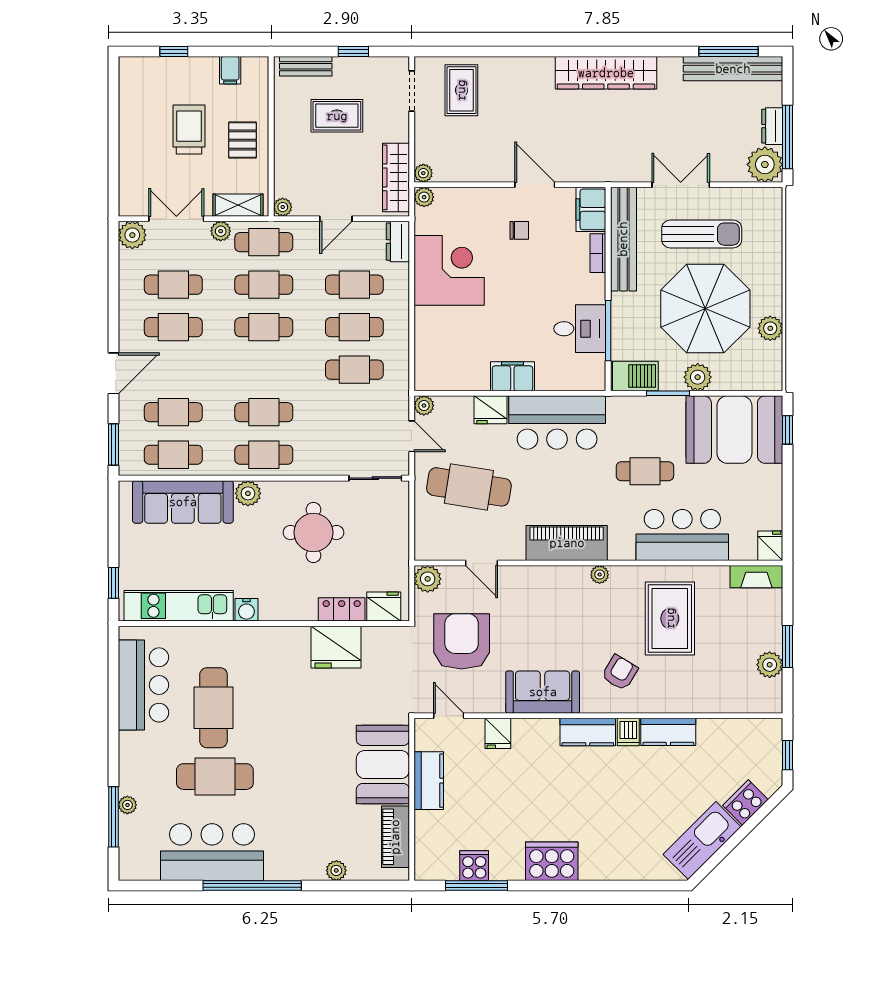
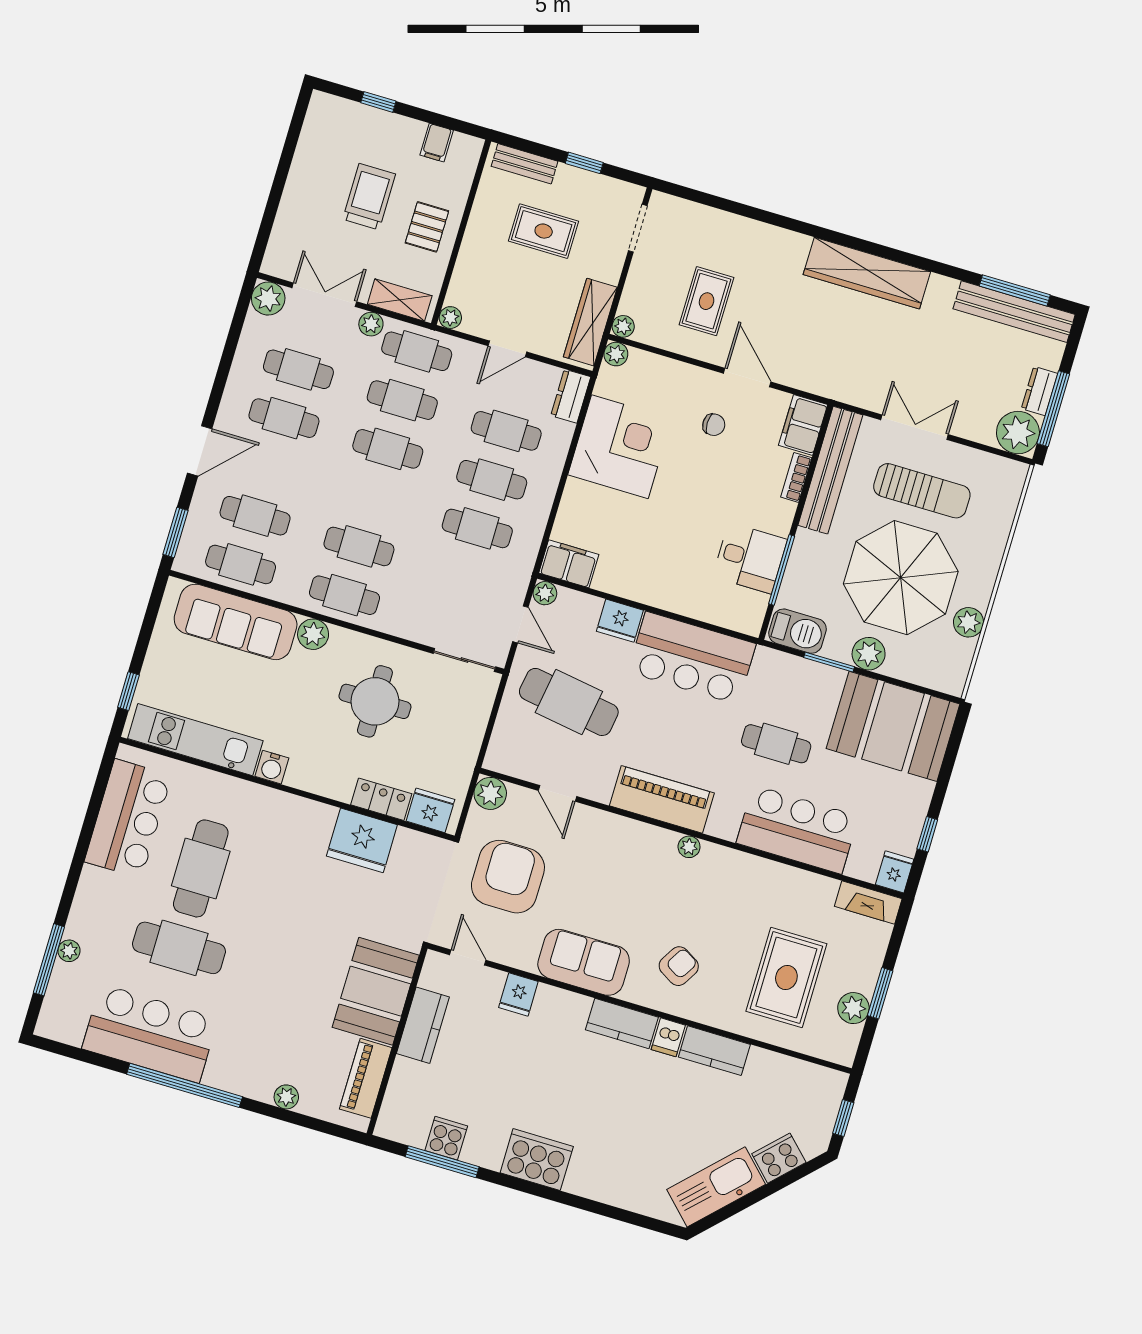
rug: (461, 90) -> (707, 301), moved
filing cabinet: (512, 376) -> (569, 564), moved
window: (788, 430) -> (927, 834), moved
rug: (670, 618) -> (786, 977), moved

